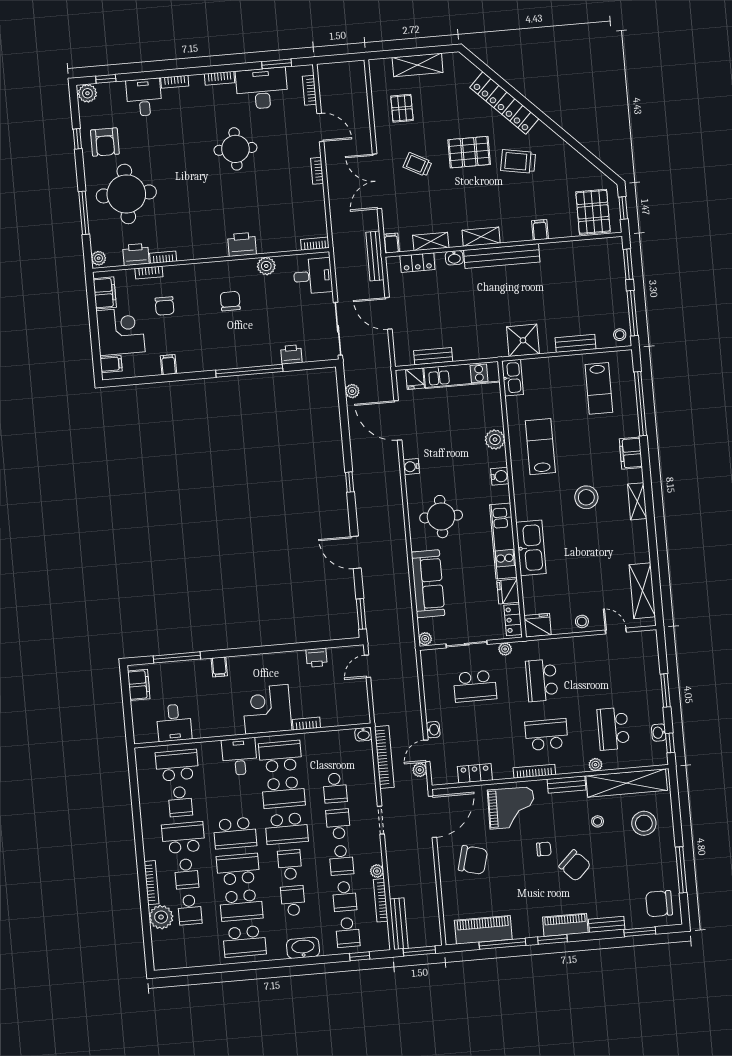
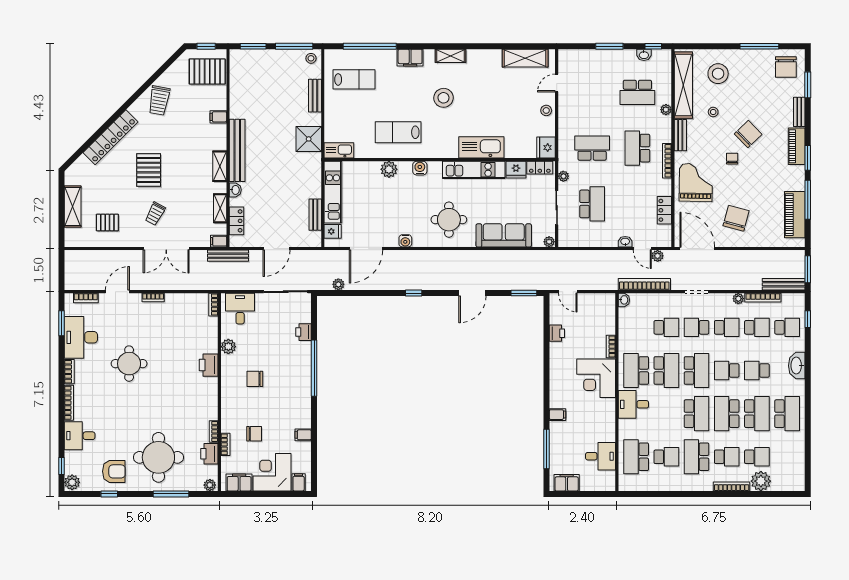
bookcase: (175, 82) -> (69, 403), width x1.56
trolley: (518, 161) -> (159, 101), moved
school desk: (542, 680) -> (592, 148), turned 180

